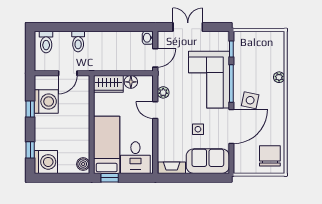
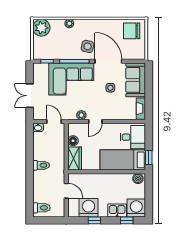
toilet: (78, 41) -> (41, 165), moved
plant: (274, 42) -> (41, 28), added
kitchen sink: (43, 138) -> (117, 211), added

